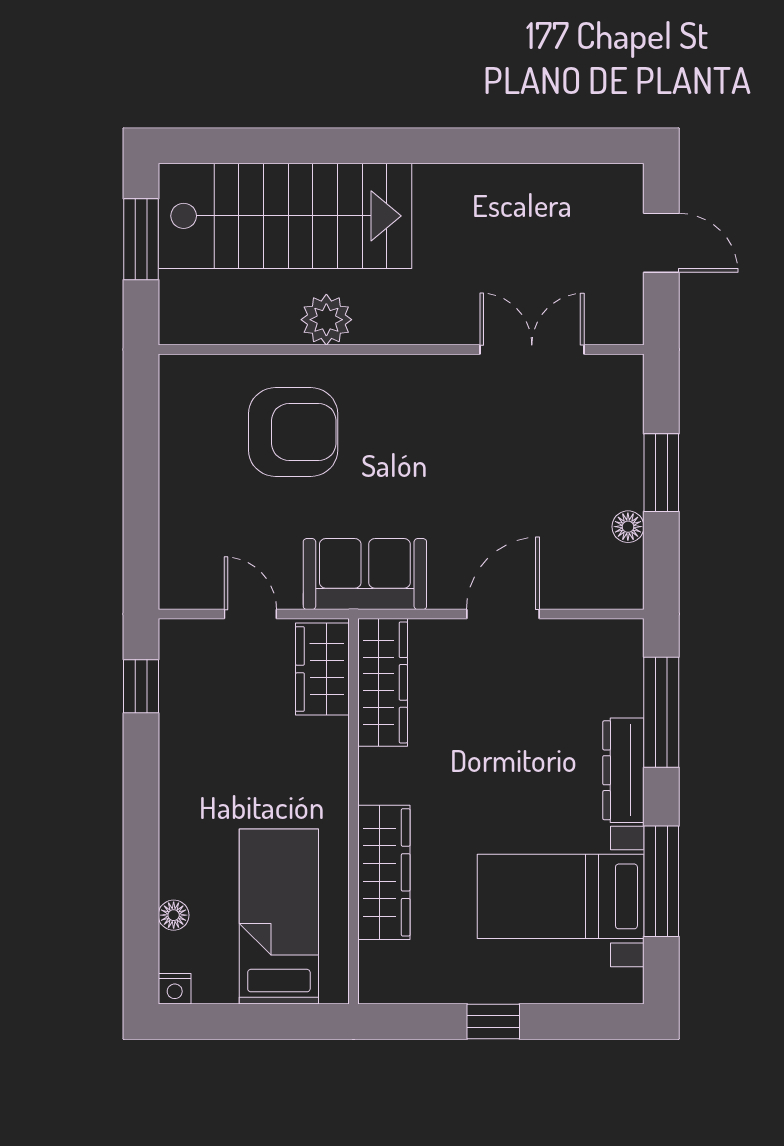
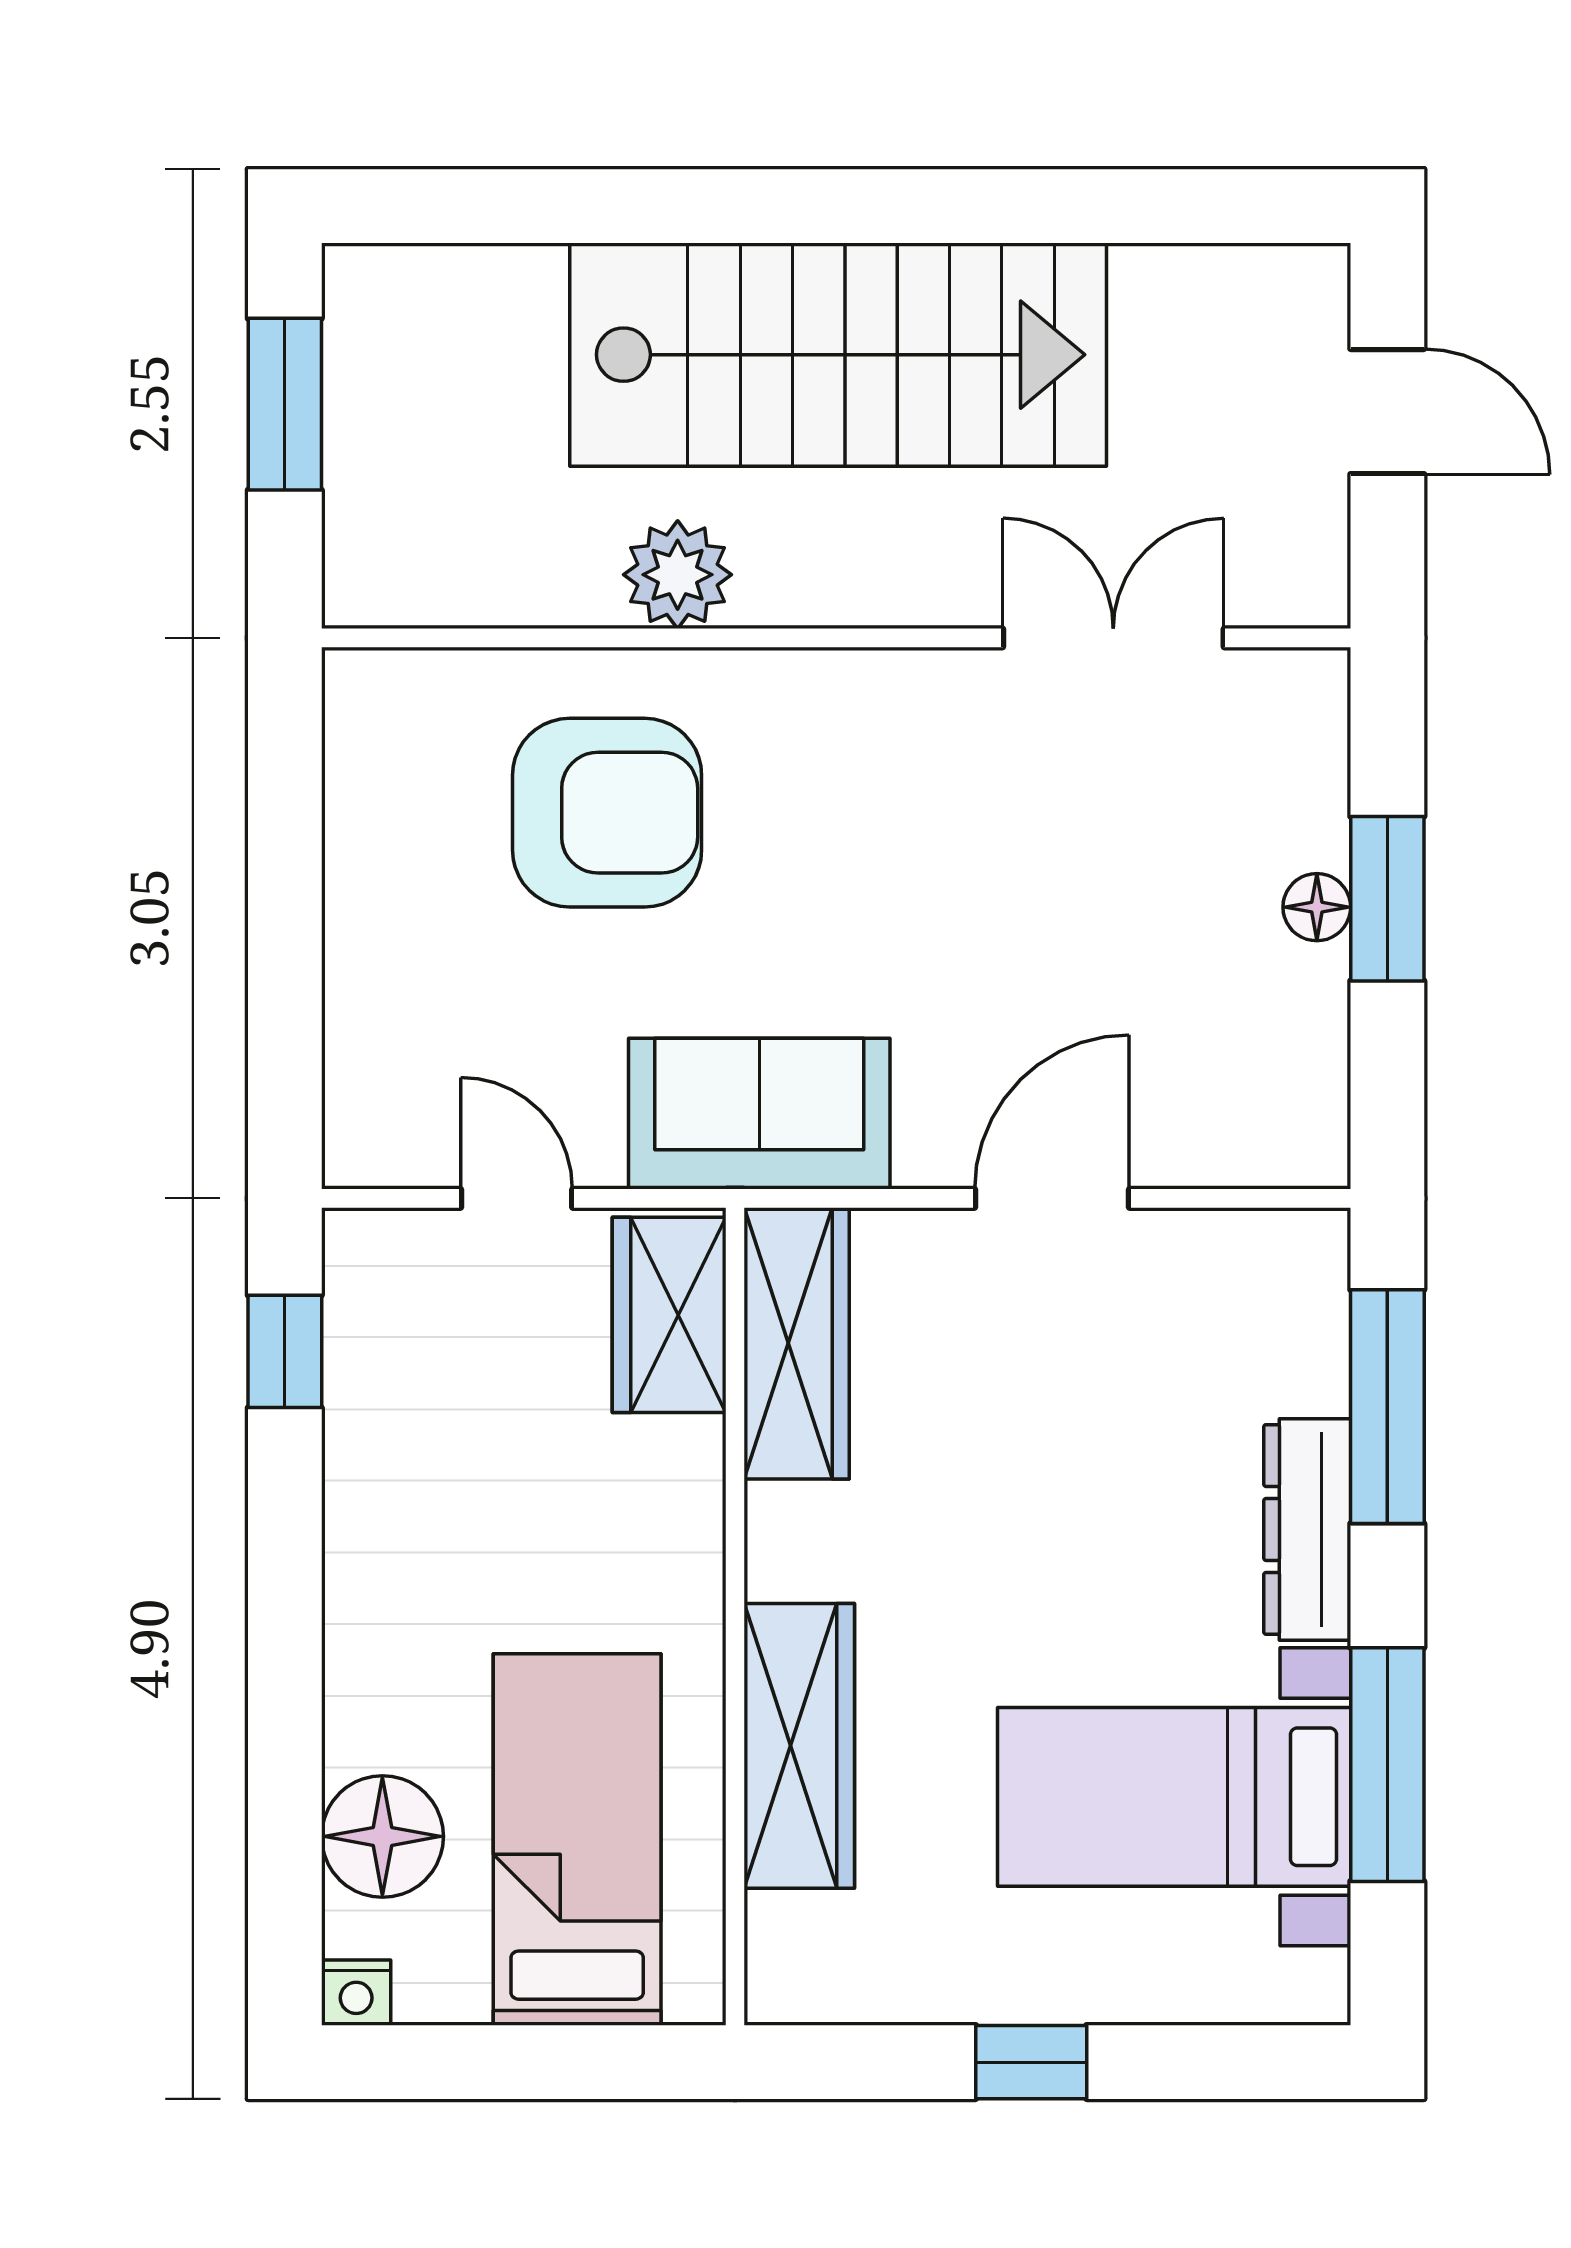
stairs: (285, 216) -> (838, 355), moved
floor lamp: (628, 527) -> (1317, 907), moved
floor lamp: (174, 915) -> (382, 1836), width x1.89, depth x1.89

